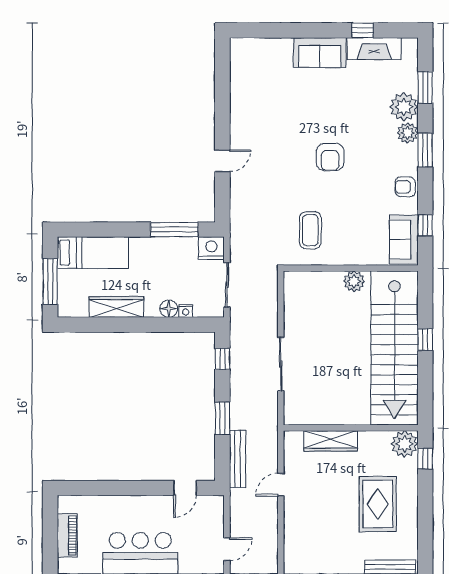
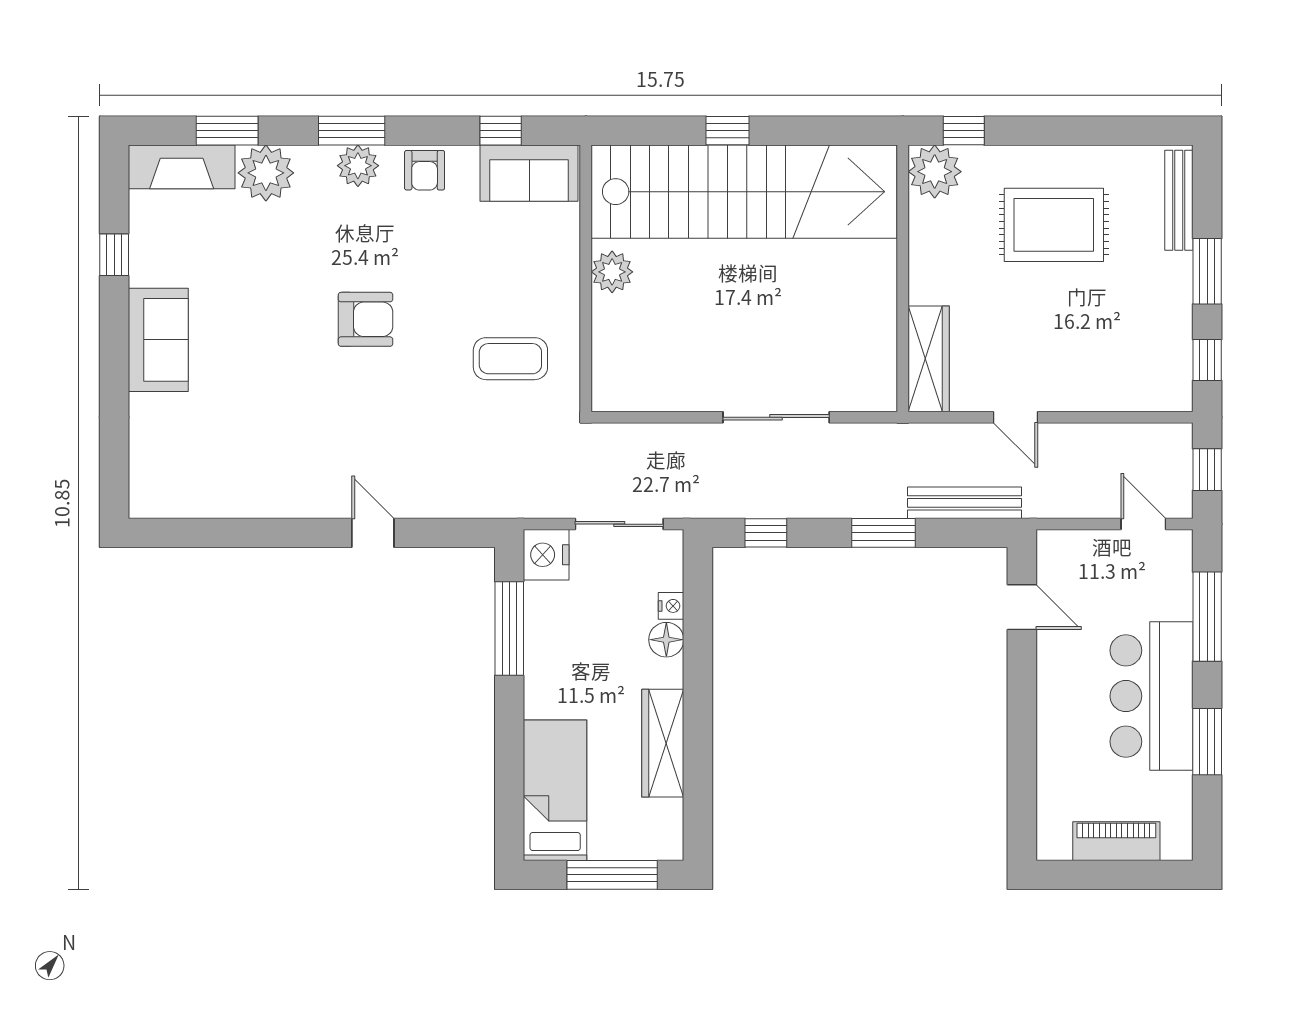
fireplace: (374, 49) -> (182, 167), moved, turned 90
plant: (408, 133) -> (358, 166), moved
wardrobe: (331, 441) -> (929, 359), moved

